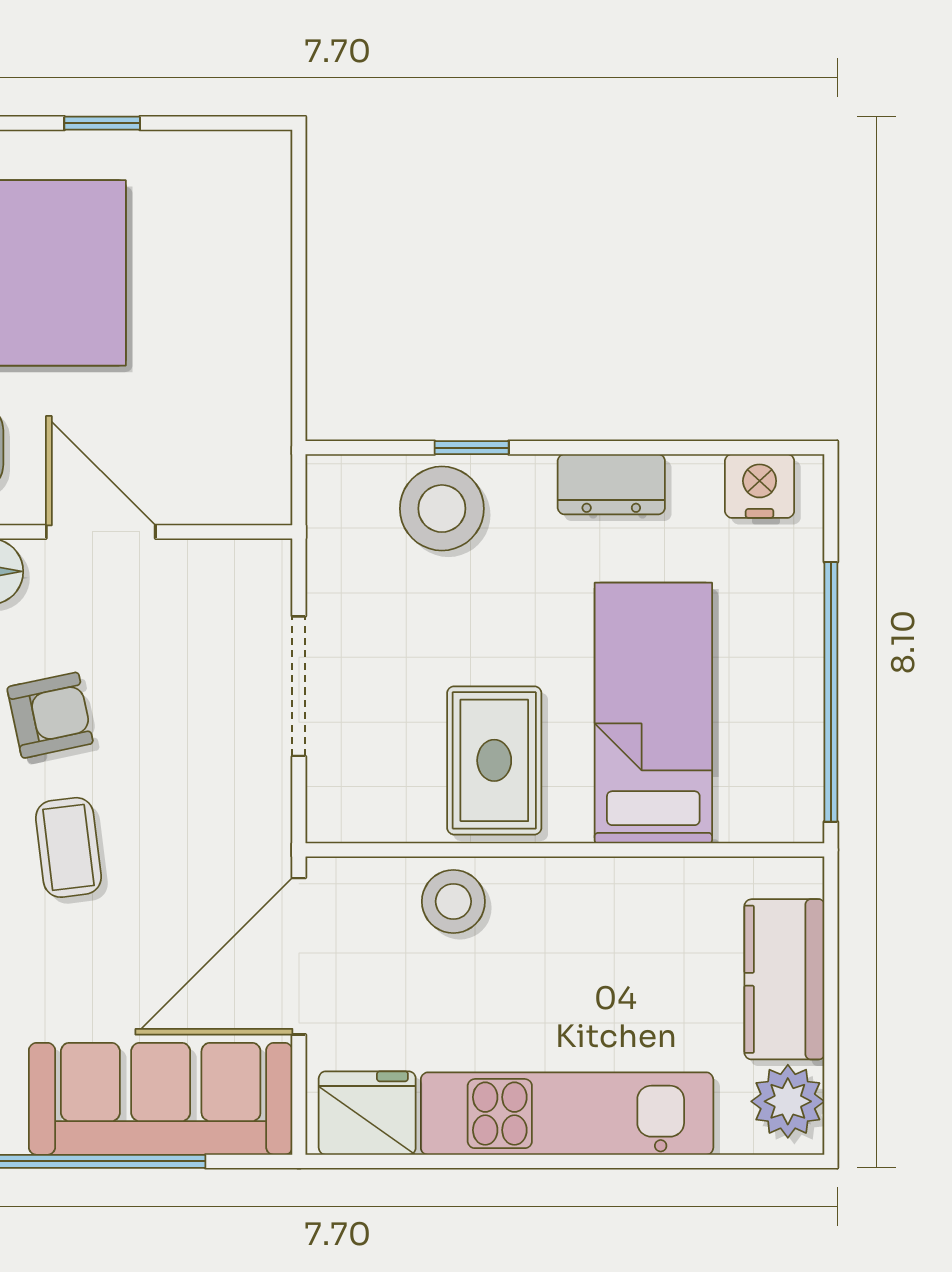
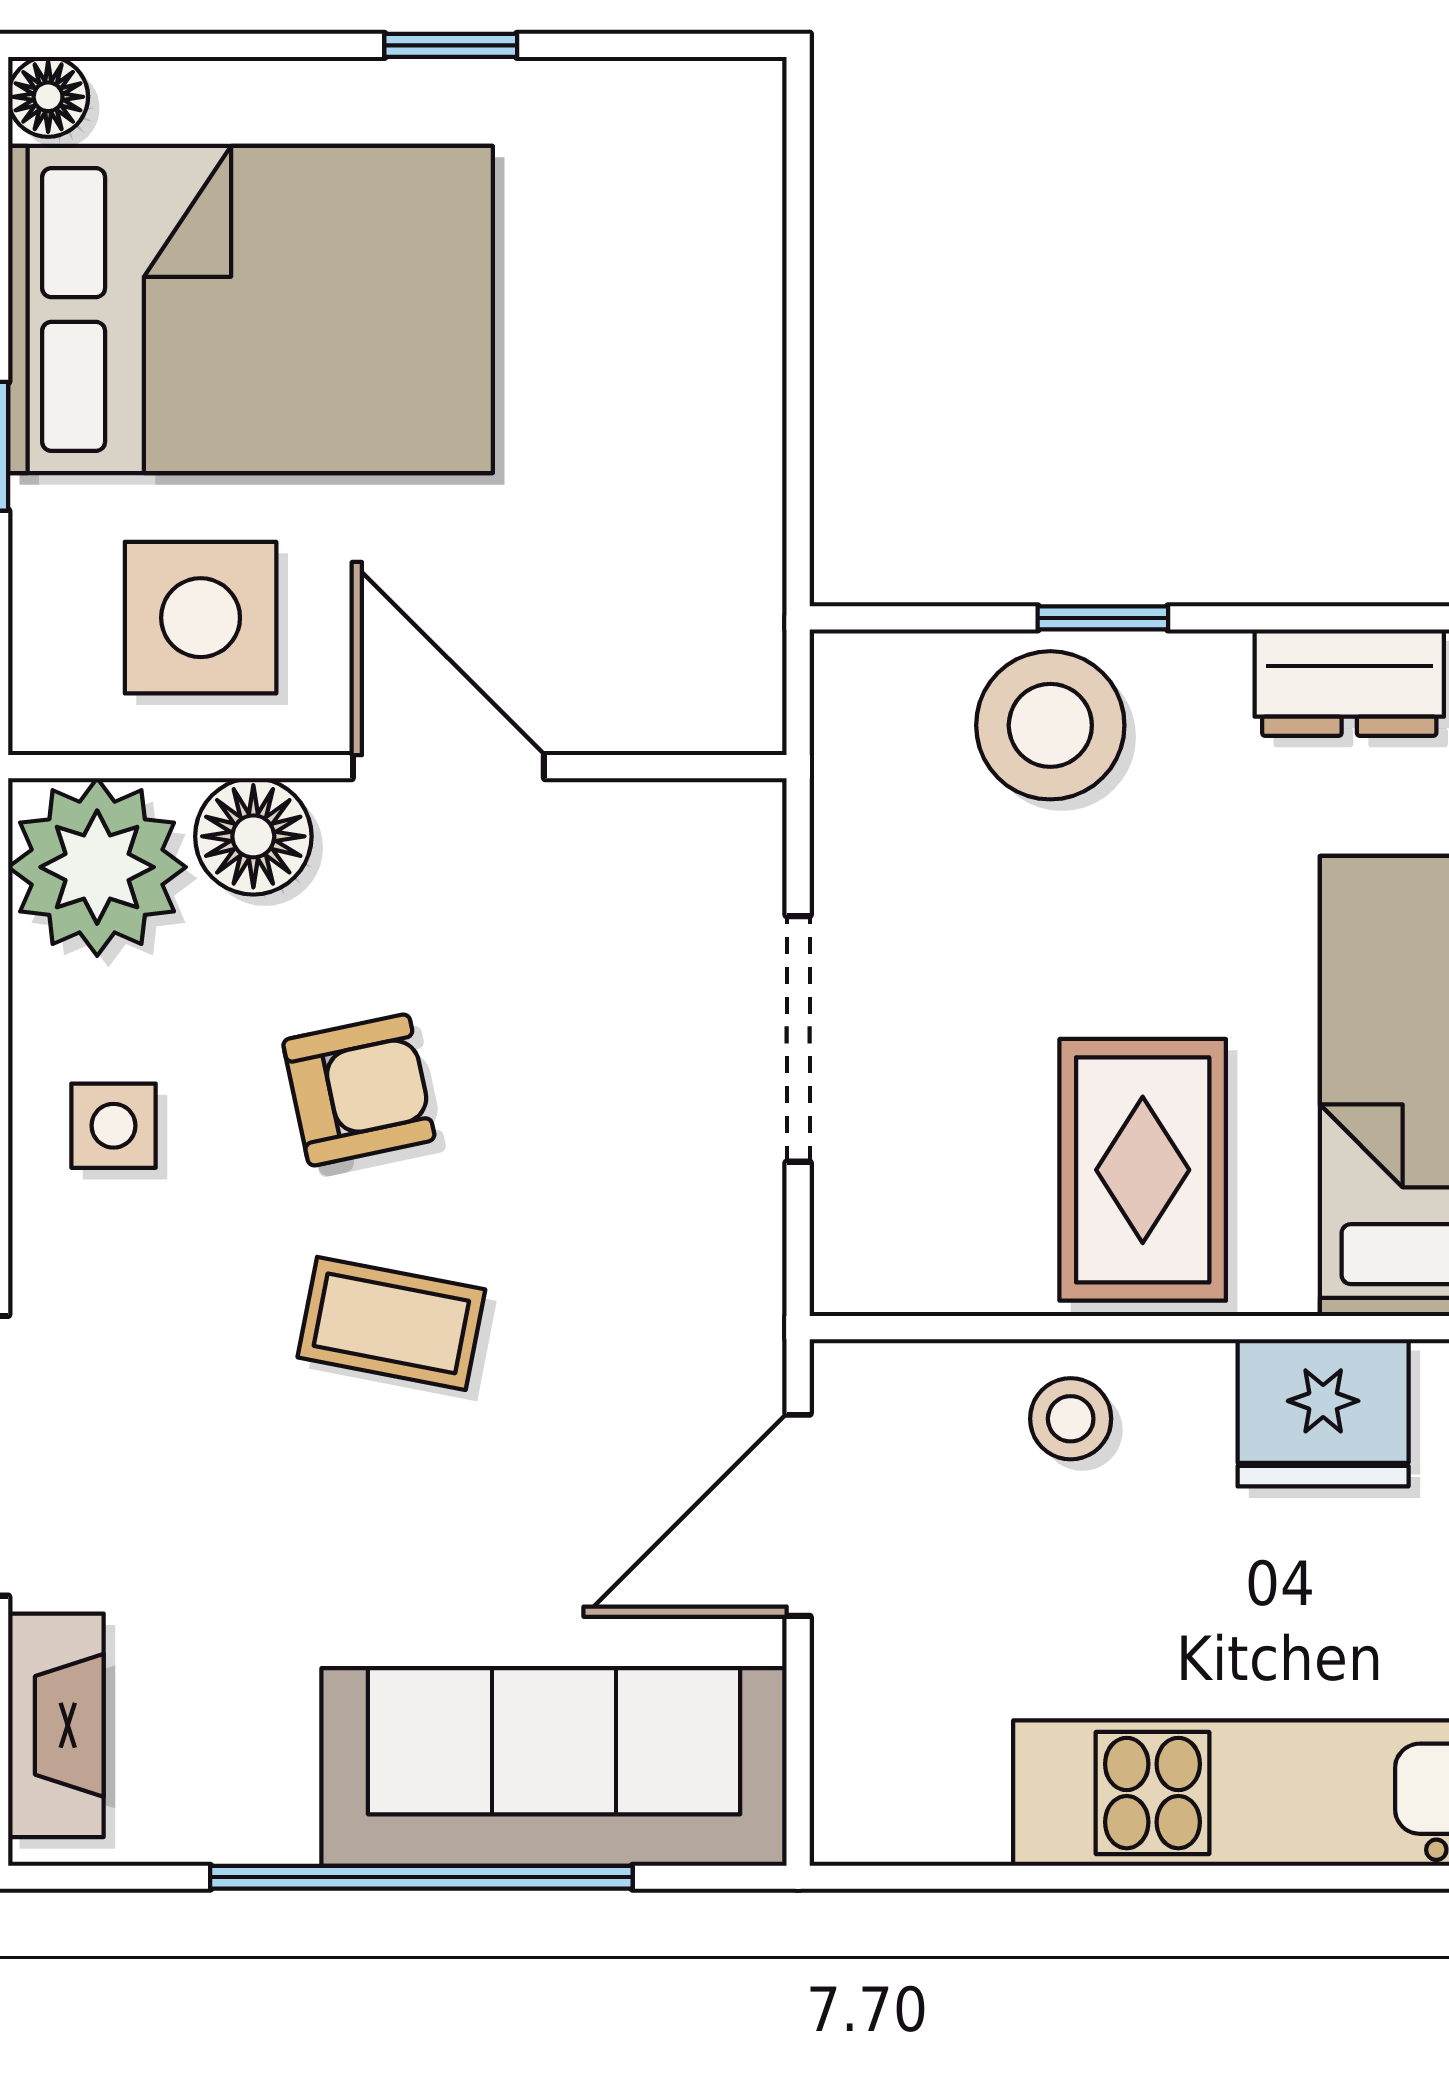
coffee table: (68, 847) -> (391, 1323), turned -72
stool: (453, 901) -> (1071, 1419), width x0.73, depth x0.73
door: (299, 956) -> (798, 1515), width x0.73
fridge: (367, 1113) -> (1323, 1413), moved, turned 180

